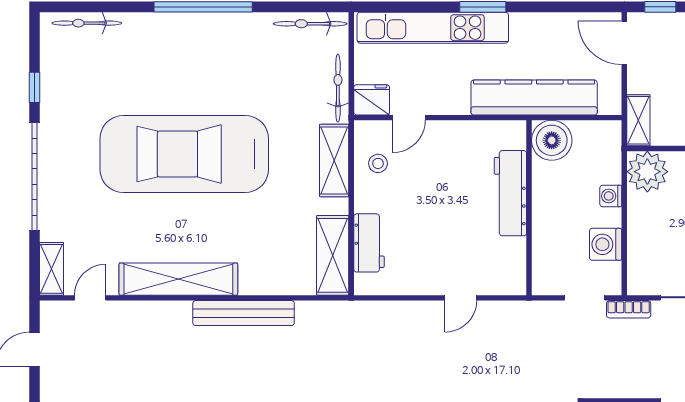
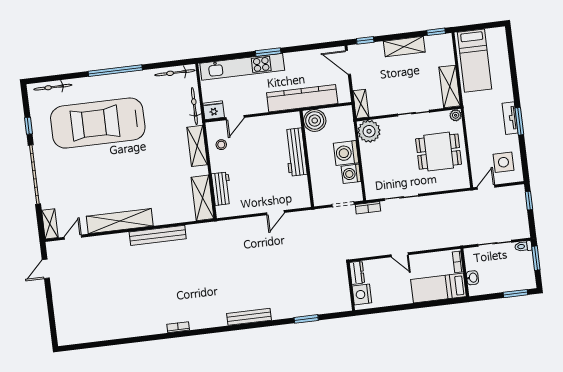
car: (184, 154) -> (98, 123), moved
washing machine: (611, 196) -> (346, 153), width x1.89, depth x1.89

